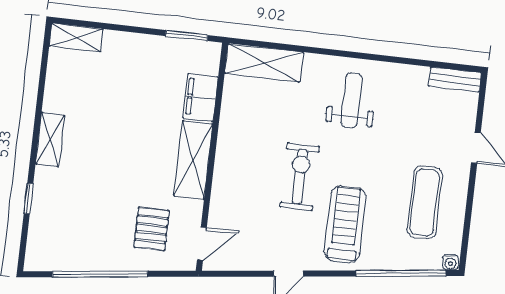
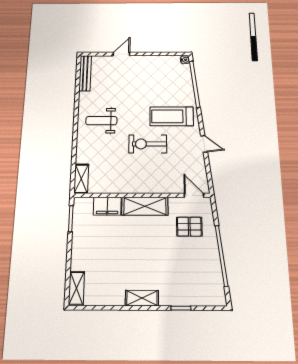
shelving: (264, 63) -> (81, 179), width x0.67, depth x0.75
bench: (455, 79) -> (85, 73), width x1.36
exercise mat: (425, 202) -> (154, 76), removed

